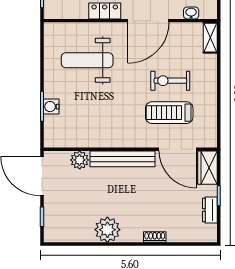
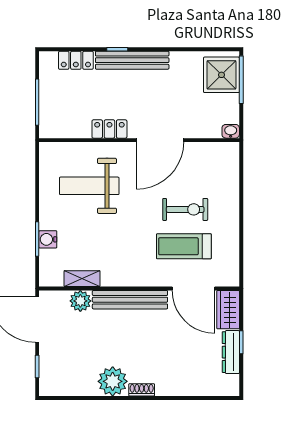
washbasin: (191, 13) -> (231, 131), moved
shelving: (210, 38) -> (82, 279), moved, turned 90
exercise bike: (170, 81) -> (185, 209), turned 180
dresser: (210, 210) -> (231, 352), width x1.44
shoe rack: (155, 237) -> (142, 390), moved

